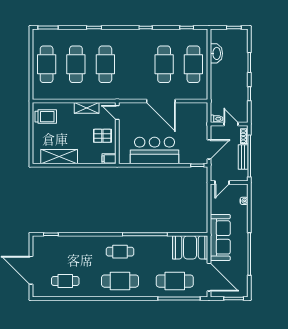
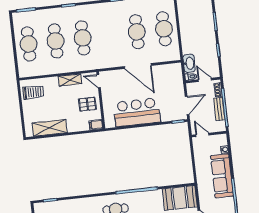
washbasin: (216, 53) -> (189, 63), moved
door: (222, 183) -> (202, 135), swing flipped
sofa: (220, 237) -> (222, 176), moved, turned 180

